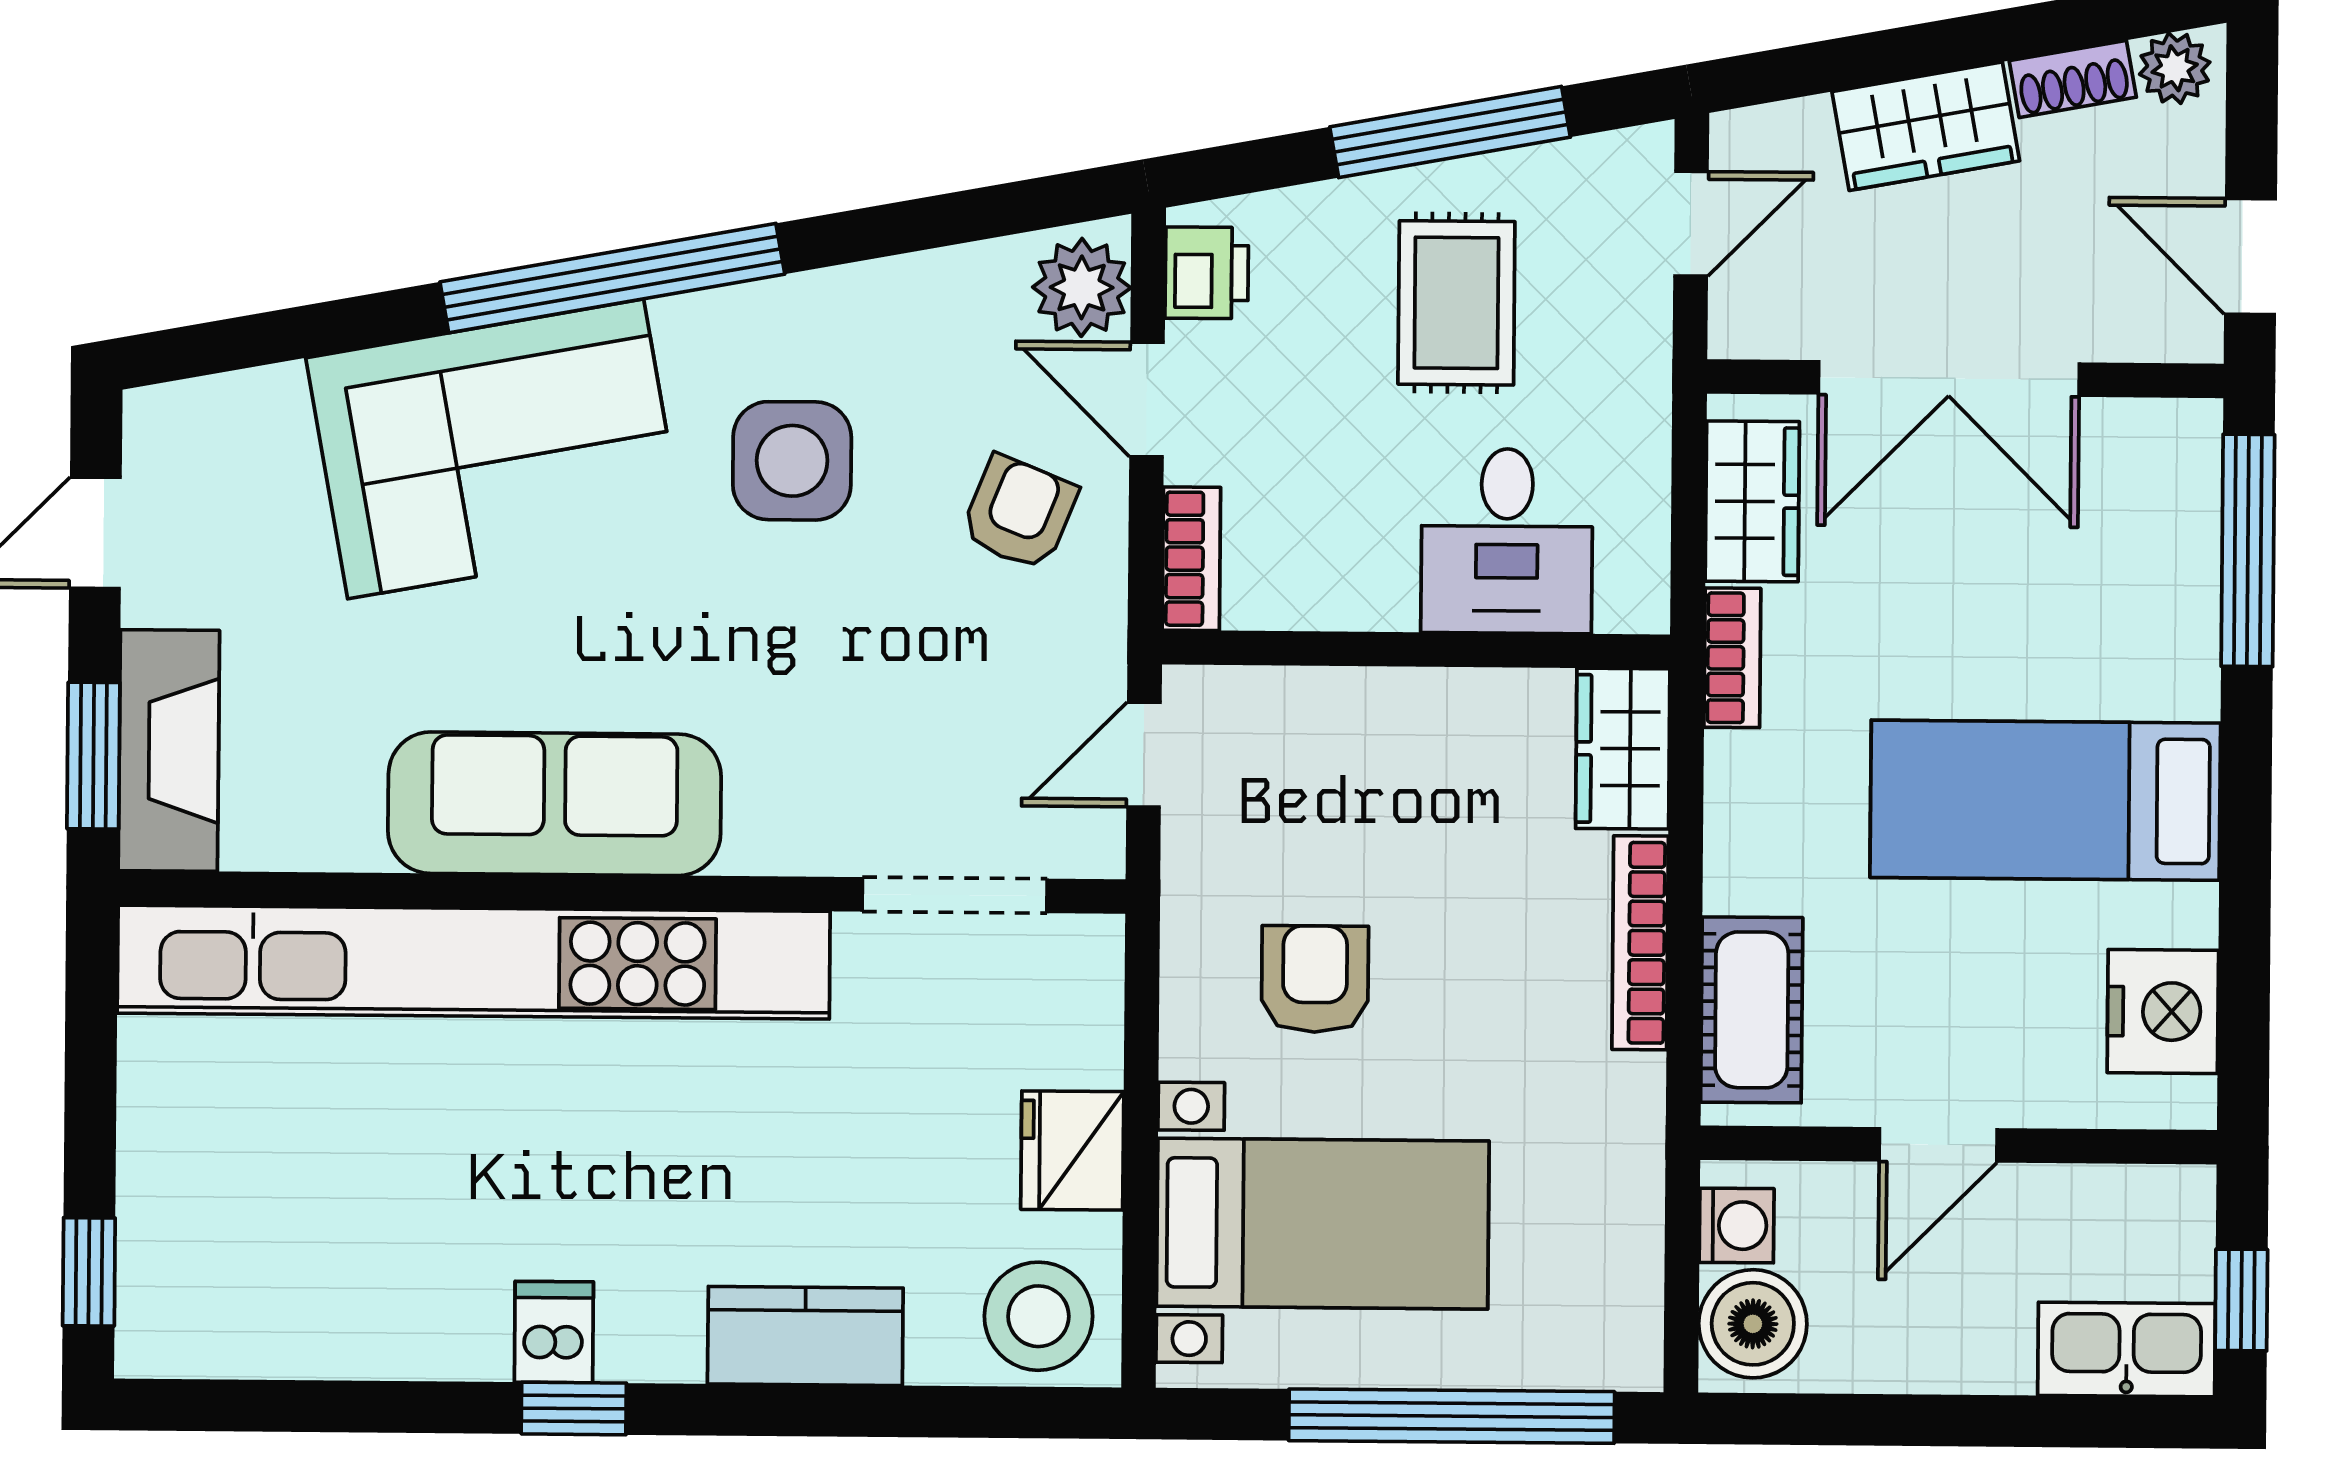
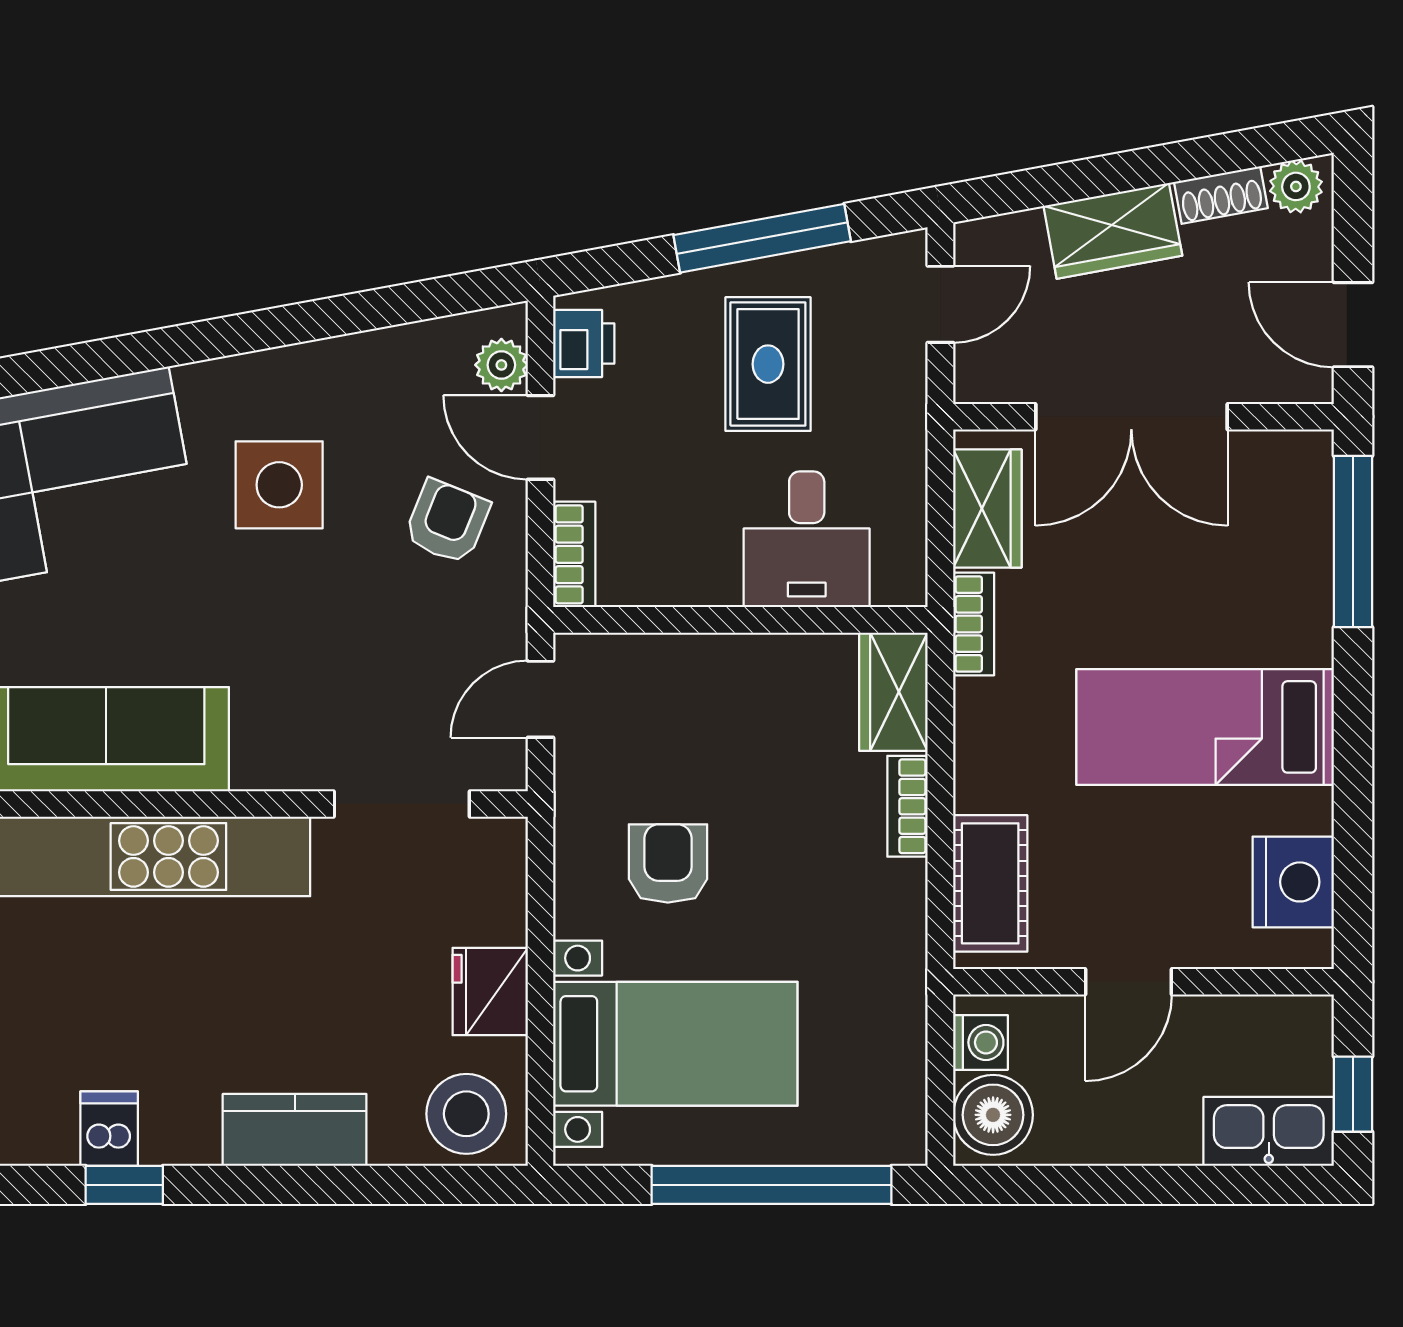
window: (612, 278) -> (145, 351), removed
plant: (1082, 287) -> (501, 365), width x0.73, depth x0.73
bookcase: (1640, 943) -> (908, 806), width x0.64

